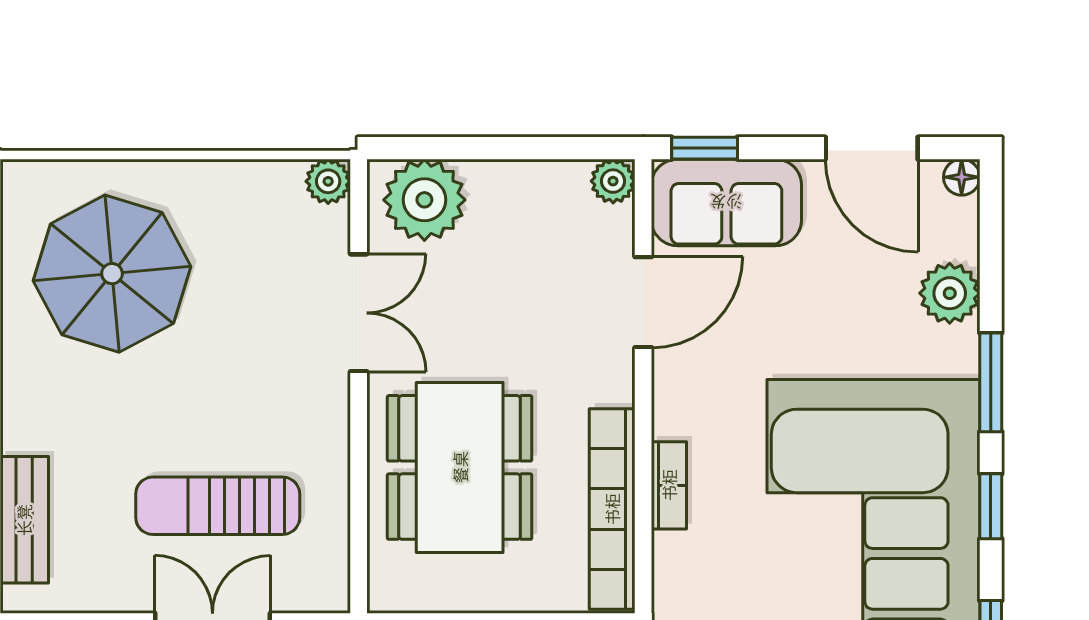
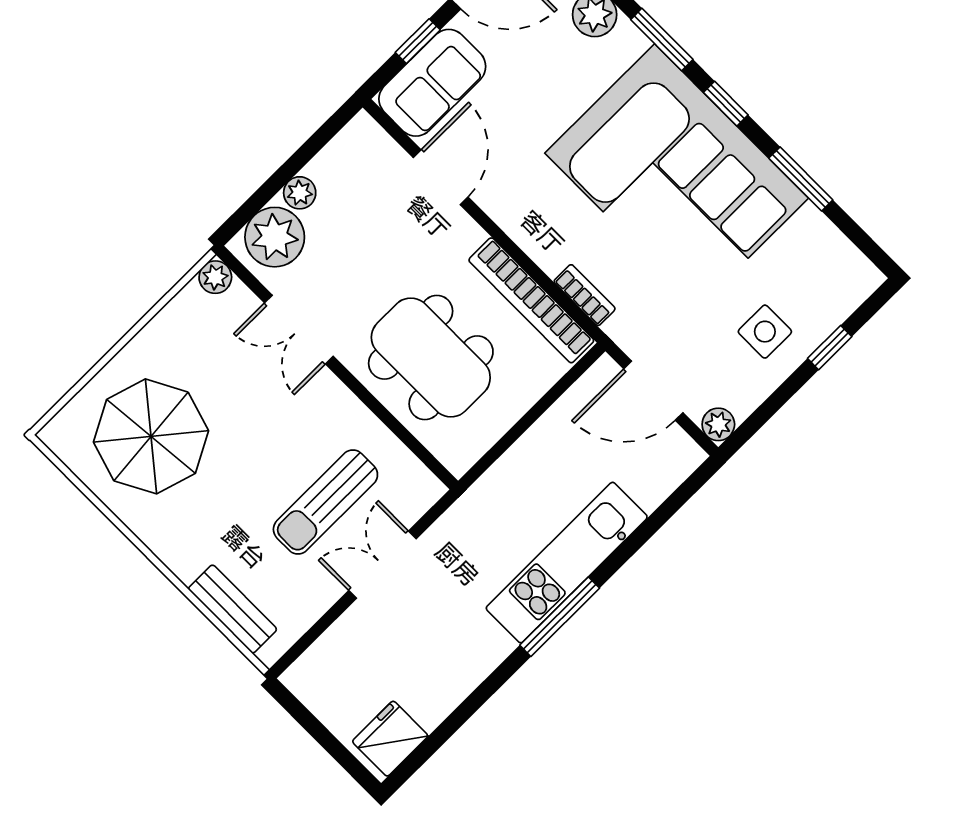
window: (705, 148) -> (418, 41), moved
plant: (613, 181) -> (300, 193), moved
double door: (359, 313) -> (299, 330), swing flipped
bookcase: (669, 485) -> (585, 295), moved

